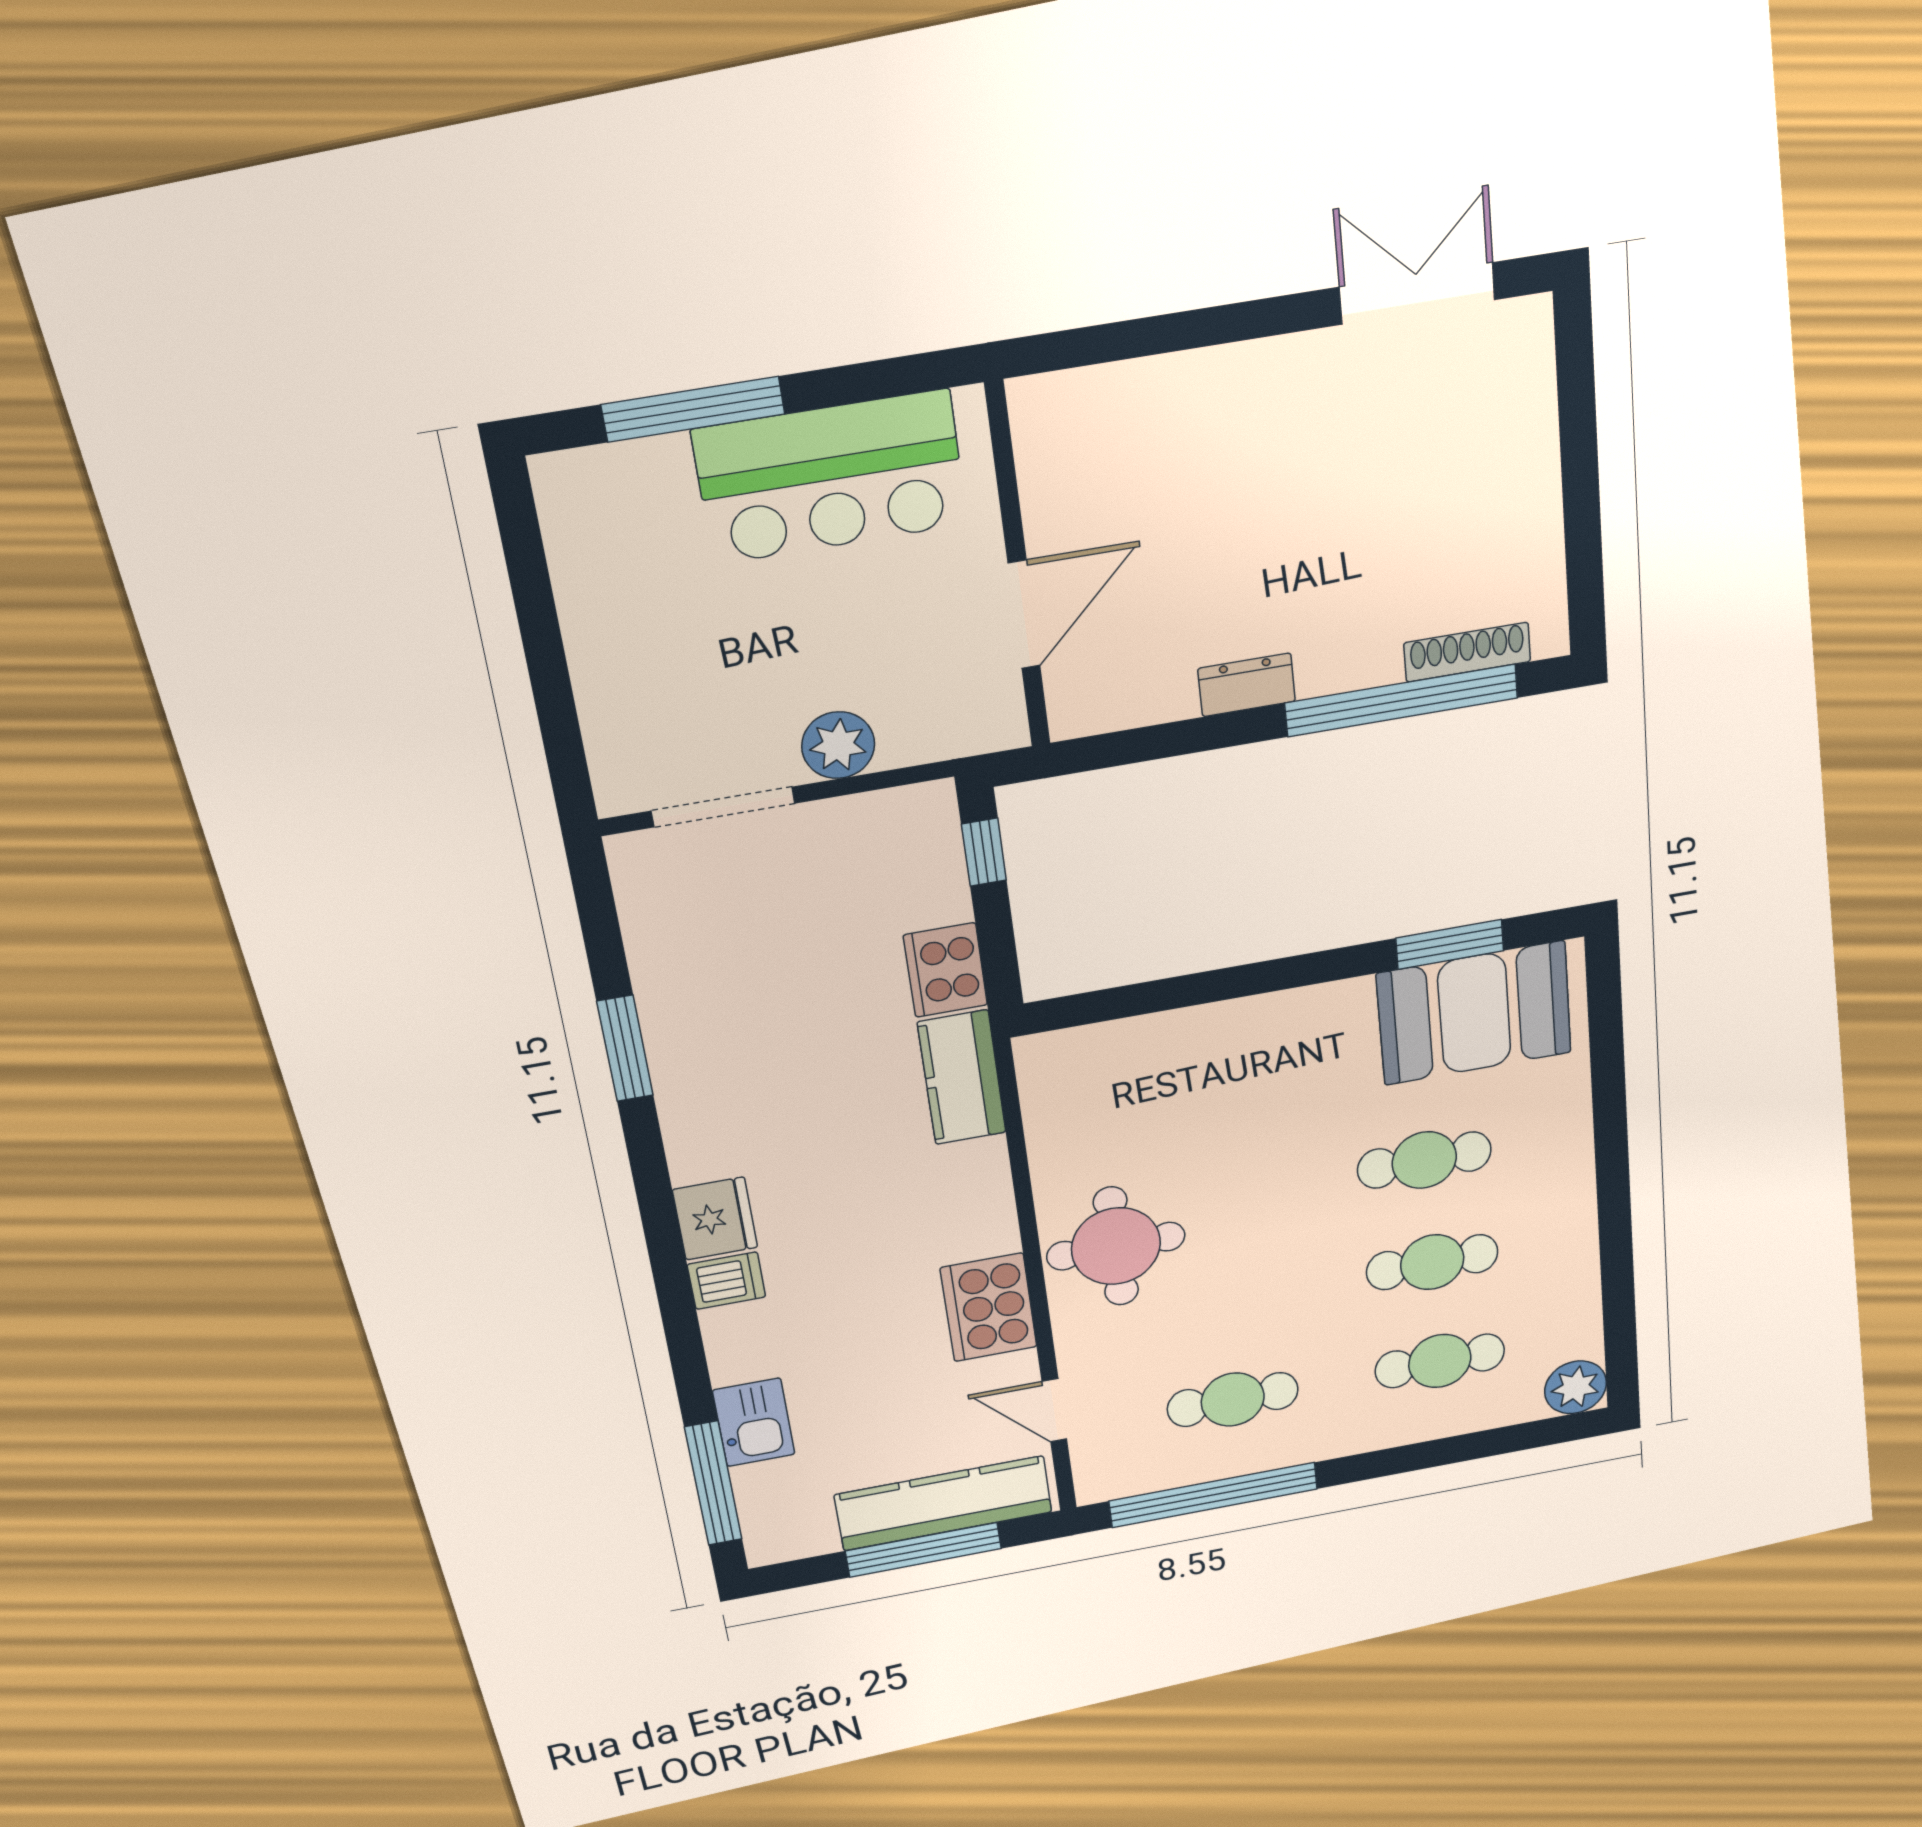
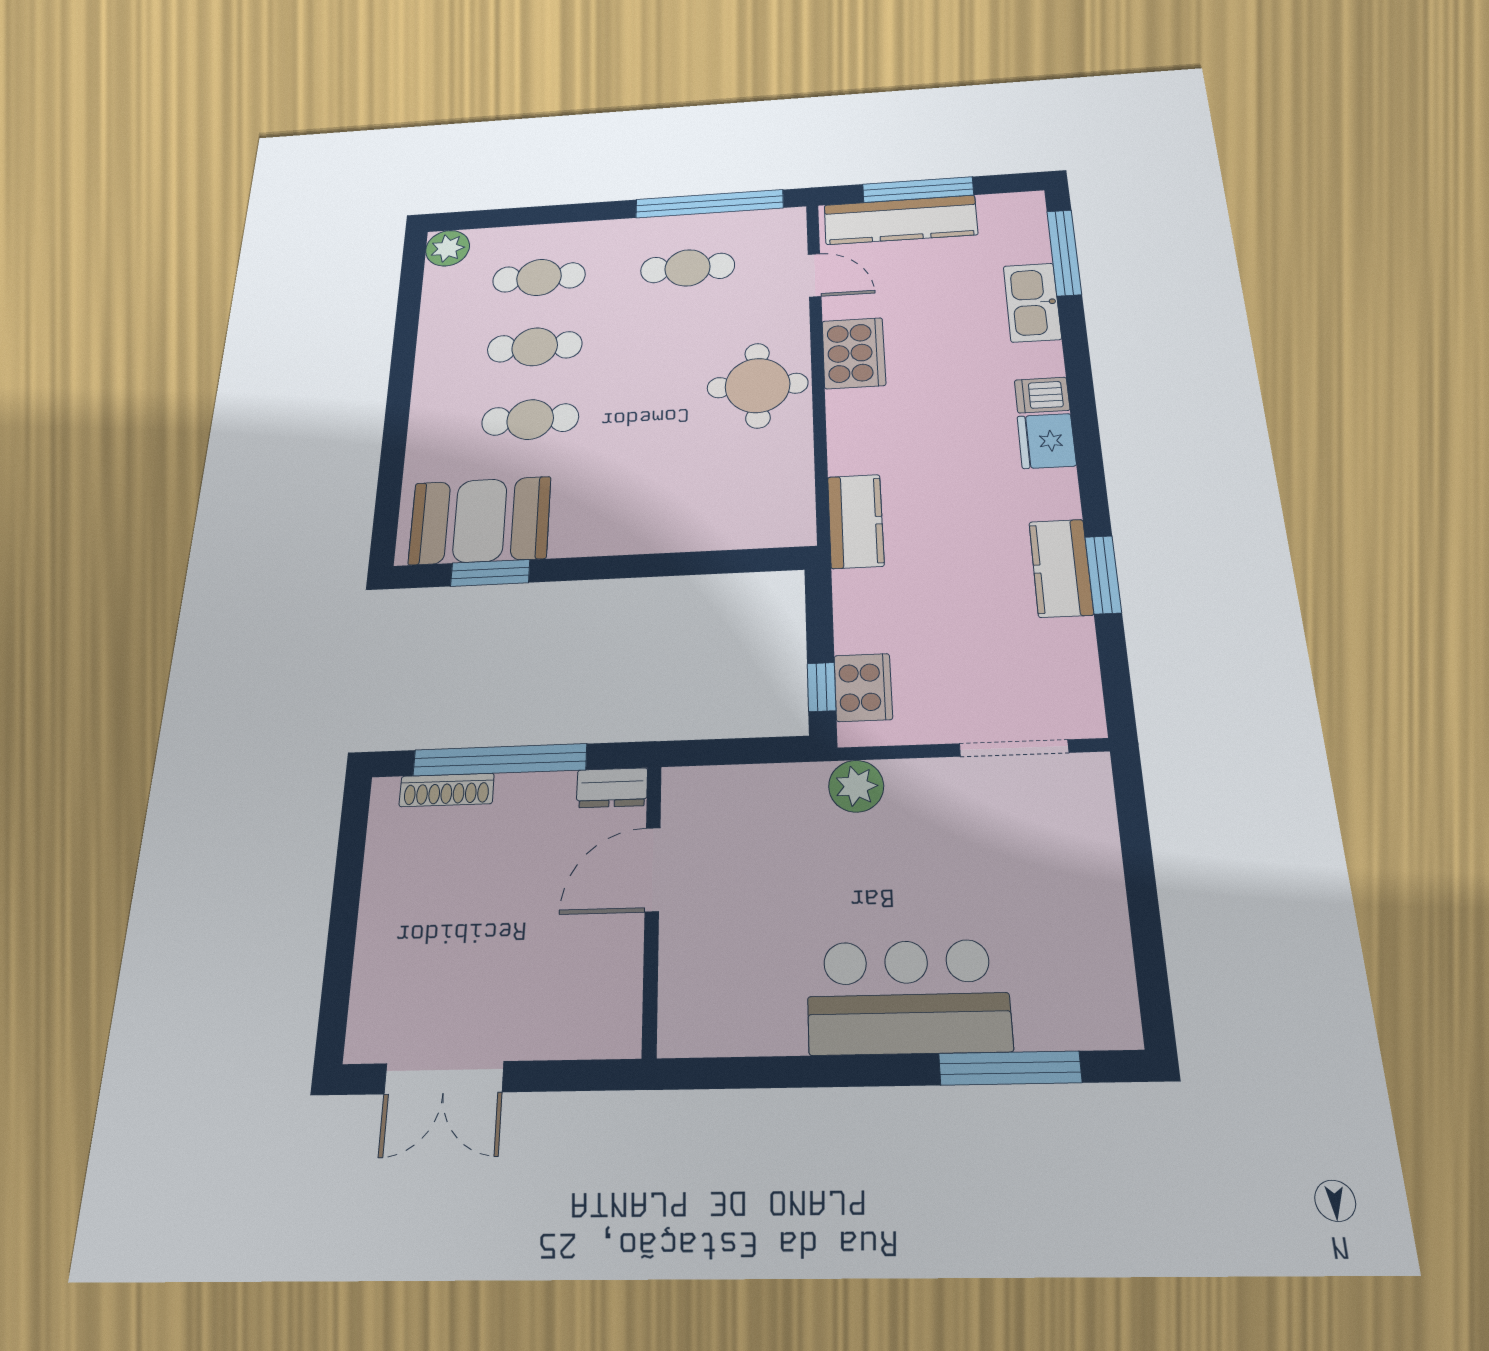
wall: (1018, 567) -> (652, 907), moved
door: (1024, 614) -> (652, 870), moved
plant: (838, 745) -> (856, 786), moved
cooker: (945, 970) -> (863, 687), moved
kitchen counter: (681, 1050) -> (1061, 568), added
kitchen sink: (754, 1422) -> (1032, 302), width x1.38

